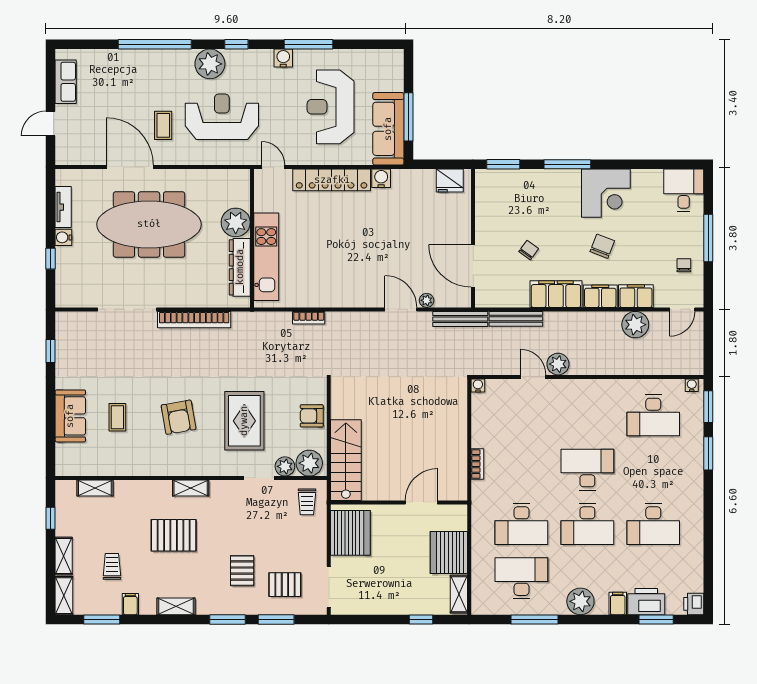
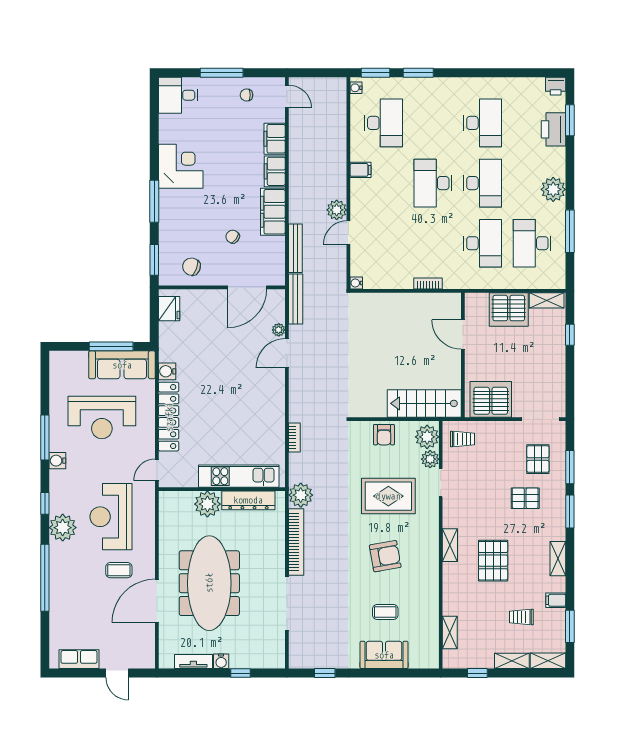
chair: (602, 246) -> (191, 267), moved
plant: (635, 325) -> (301, 495), moved
filing cabinet: (618, 603) -> (360, 170), moved, turned 180

